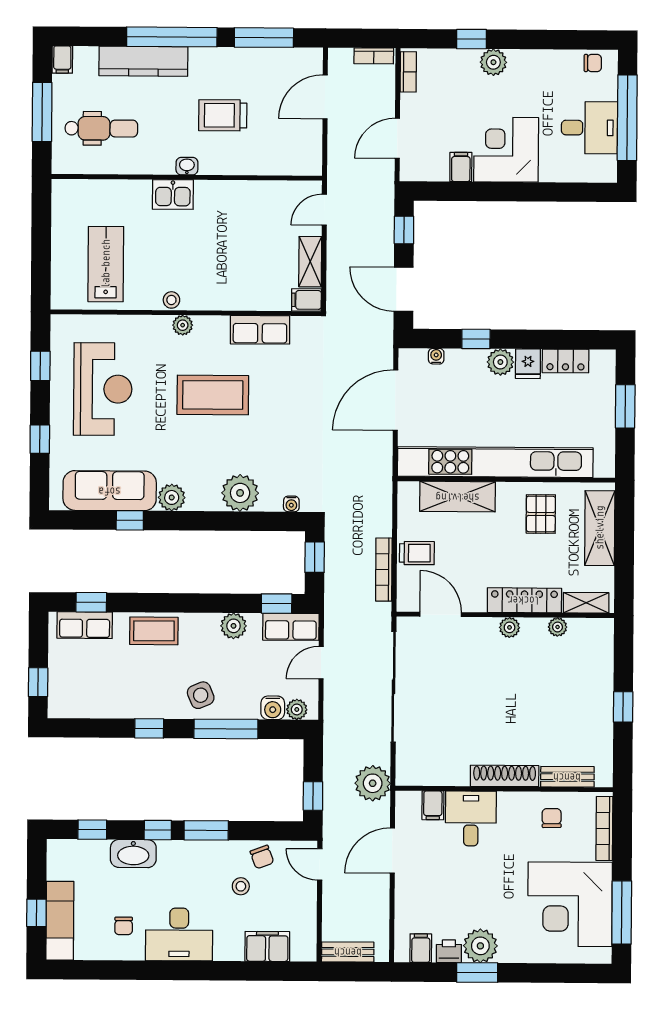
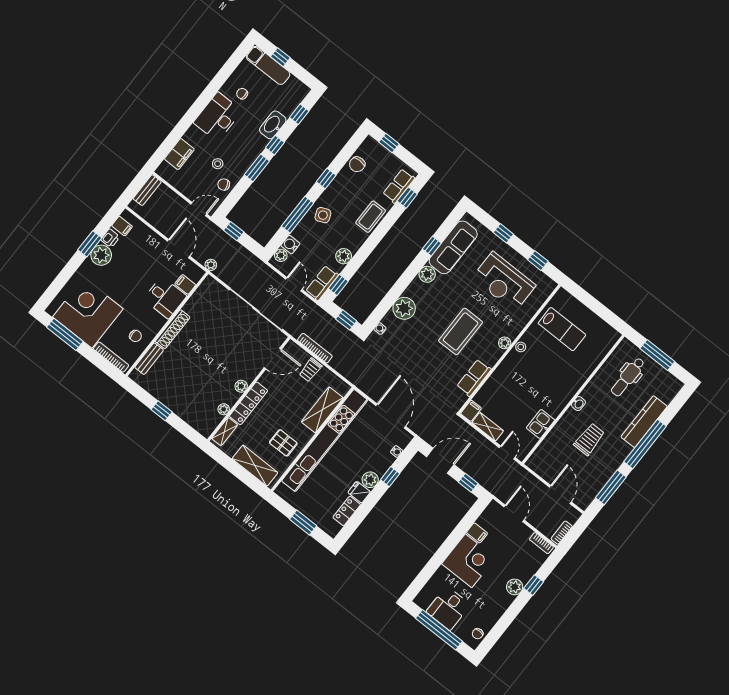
filing cabinet: (62, 59) -> (675, 384), removed
kitchen sink: (173, 194) -> (541, 424), moved
chair: (99, 702) -> (357, 164), added
plant: (373, 783) -> (211, 265), width x0.53, depth x0.53

